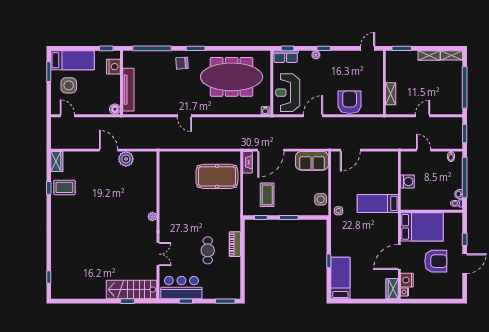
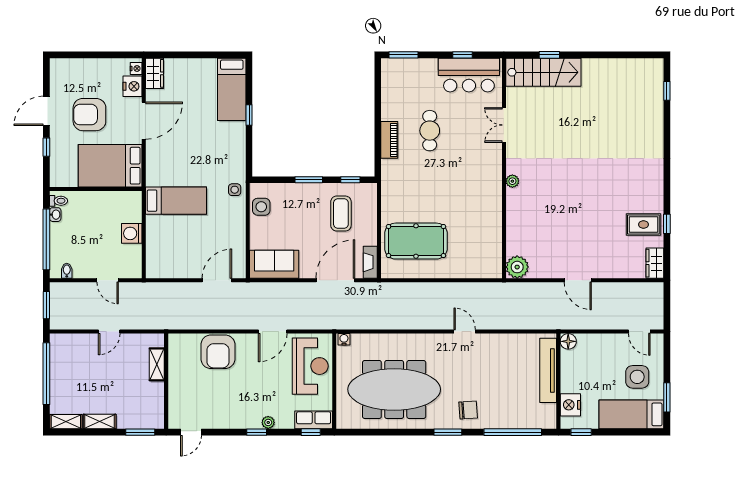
plant: (126, 159) -> (517, 267), moved

